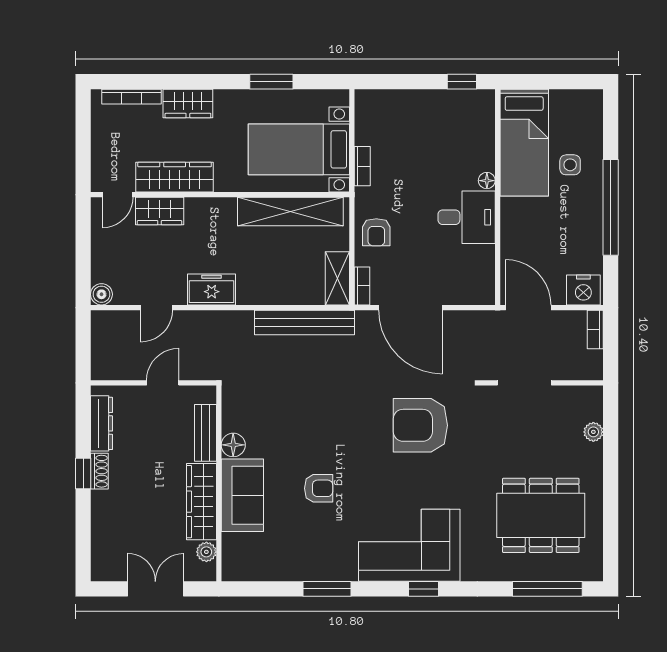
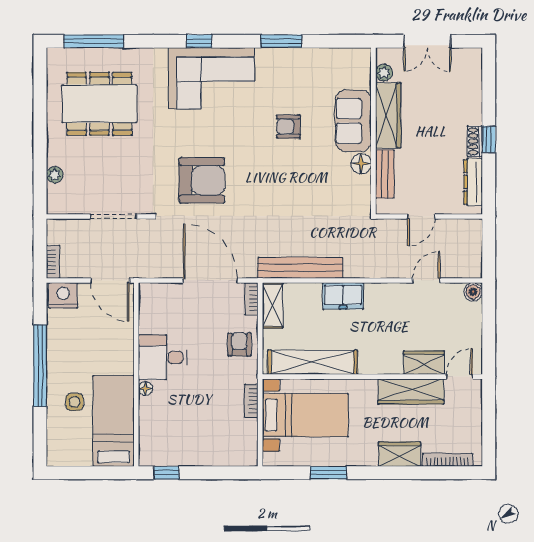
freezer: (212, 289) -> (343, 296), moved

